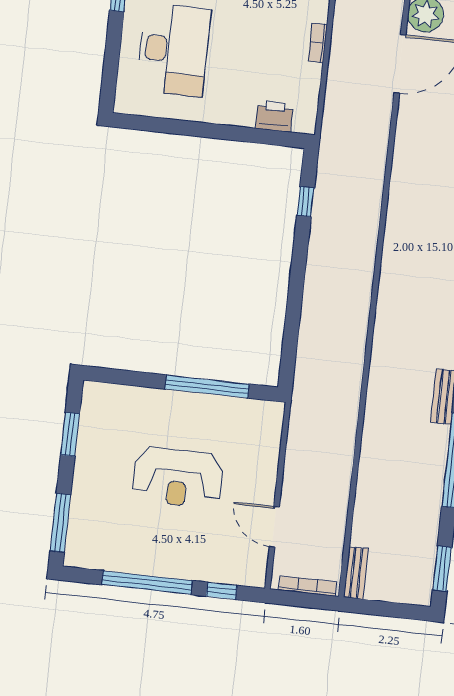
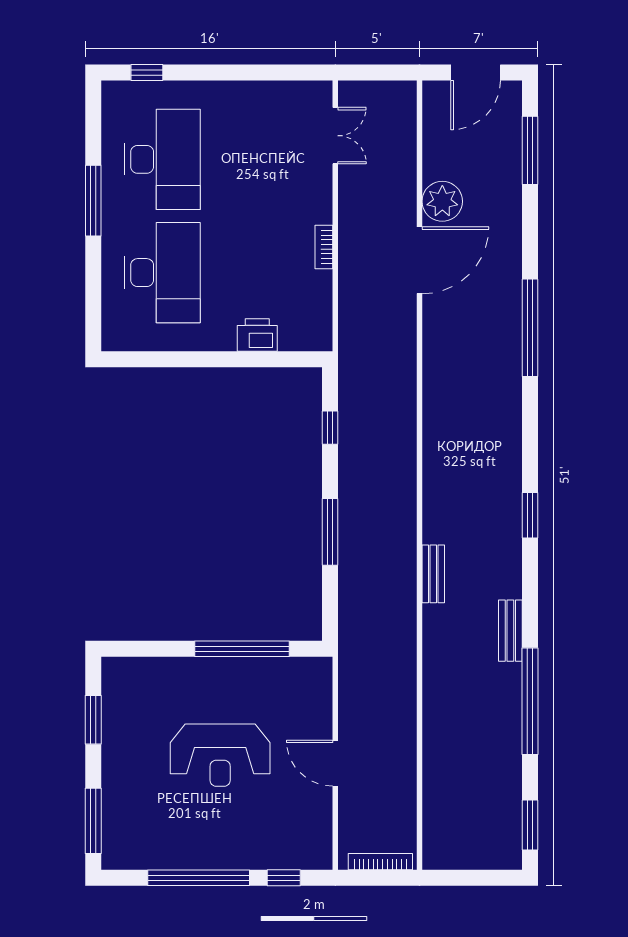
printer: (274, 116) -> (257, 335), moved
window: (295, 293) -> (330, 532), added
door: (274, 527) -> (335, 763), moved
bench: (356, 573) -> (433, 574), moved

